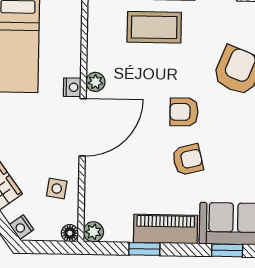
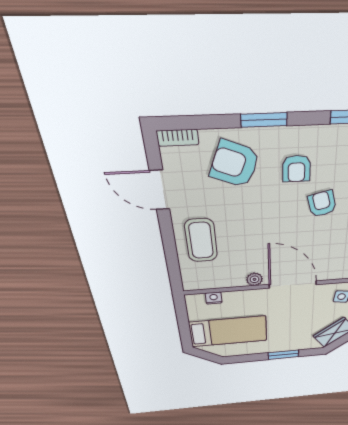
nightstand: (72, 87) -> (214, 298), moved
armchair: (184, 112) -> (296, 169), moved

